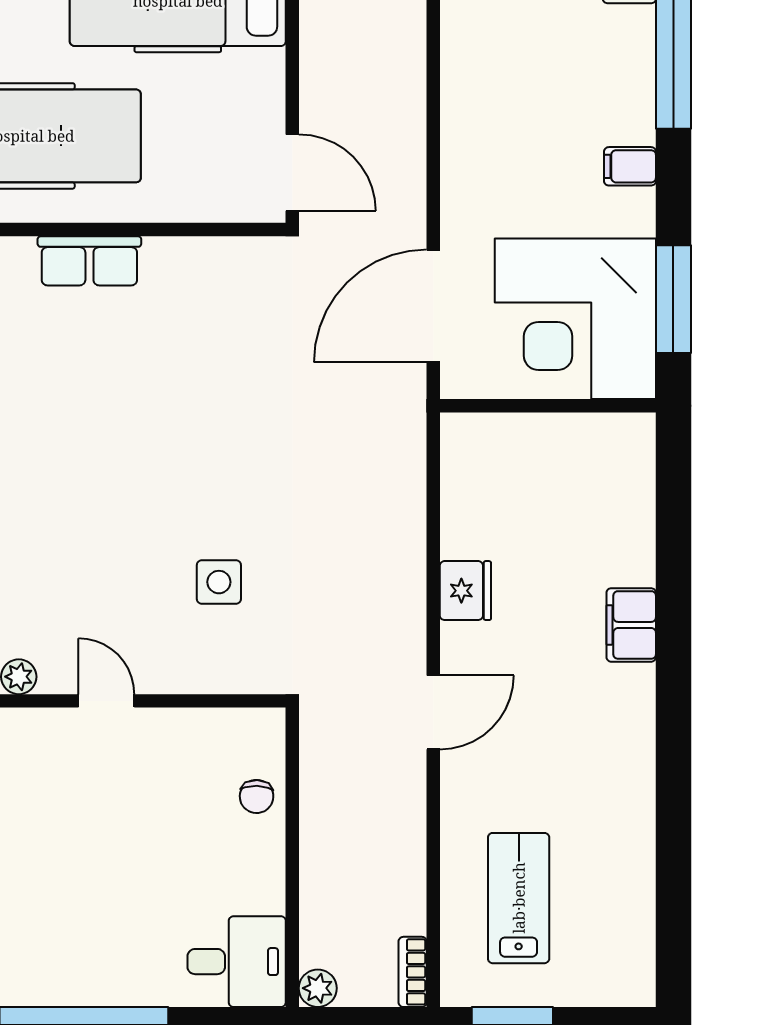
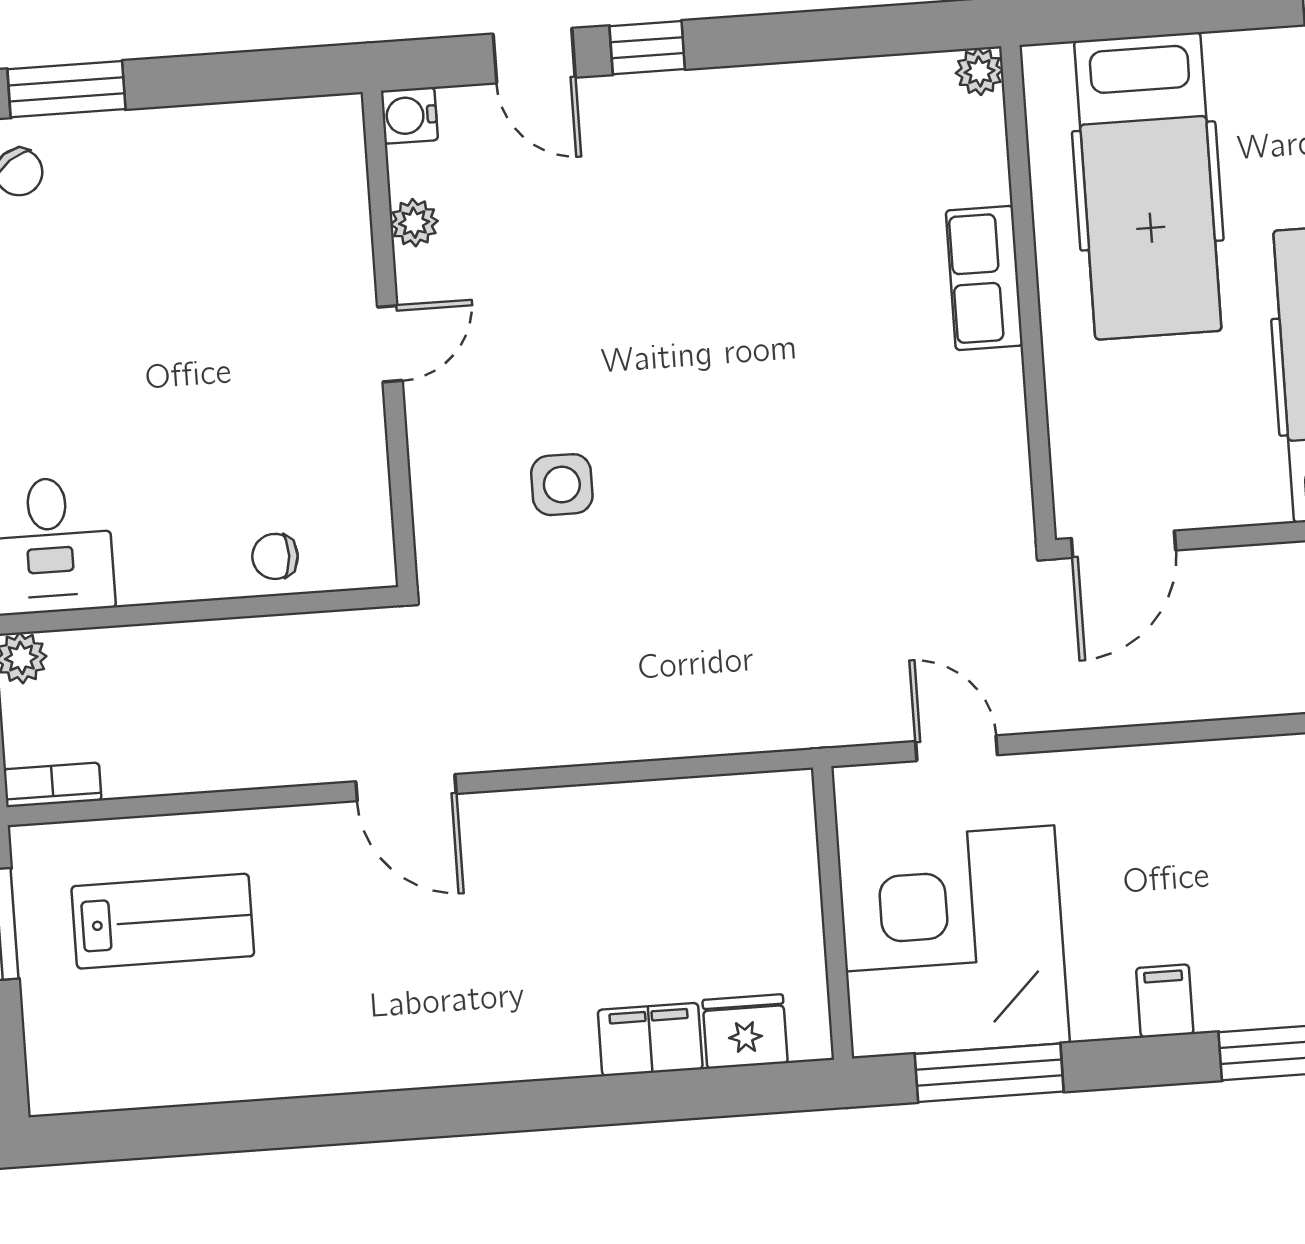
door: (433, 306) -> (956, 748), width x0.53
fridge: (465, 591) -> (745, 1031), moved, turned 180
filing cabinet: (631, 625) -> (650, 1040), moved

